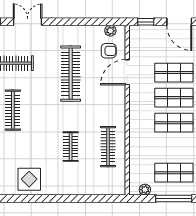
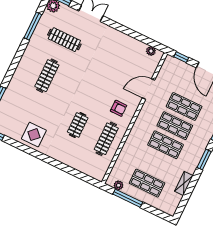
armchair: (109, 51) -> (119, 108), moved
clothes rail: (71, 74) -> (105, 69), removed
window: (174, 199) -> (128, 198), moved

